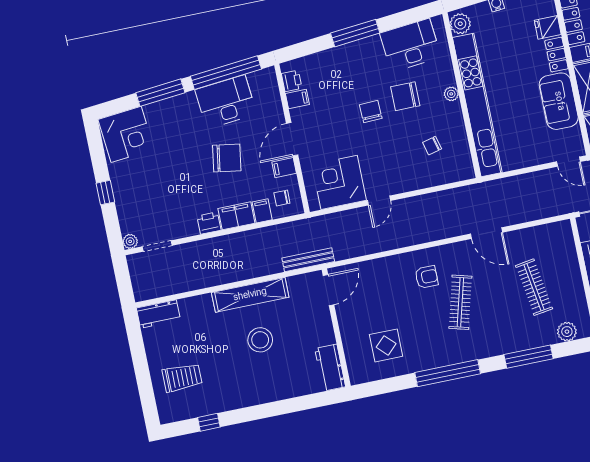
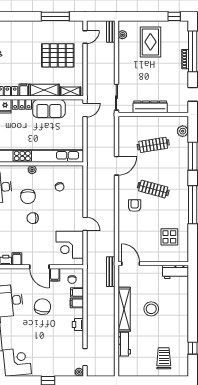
filing cabinet: (236, 216) -> (77, 303), width x0.50
workbench: (158, 314) -> (124, 344), moved

